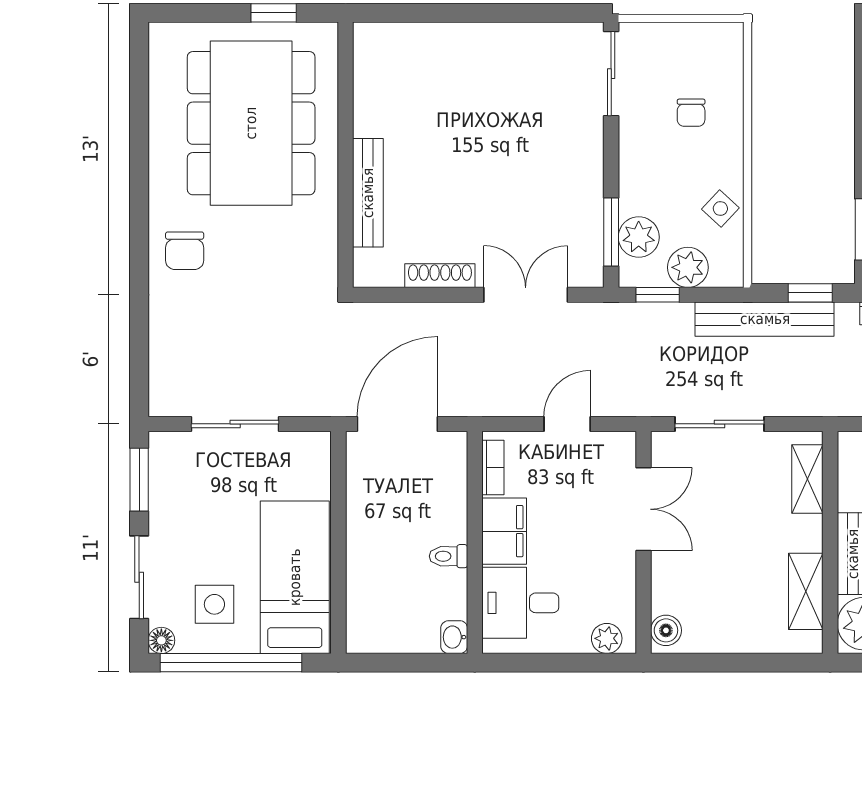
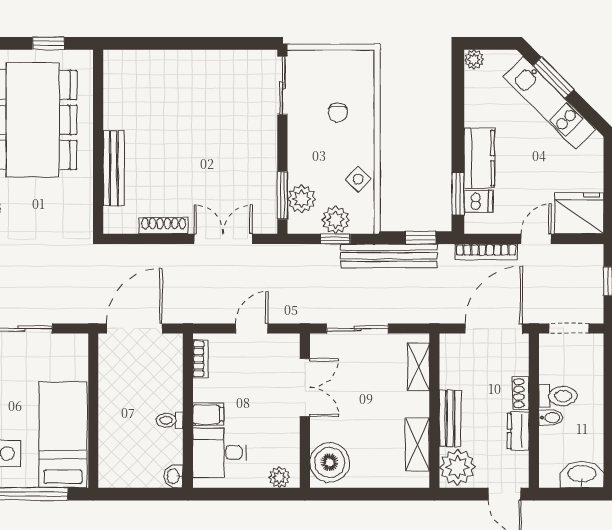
window: (658, 295) -> (335, 239), moved
filing cabinet: (504, 531) -> (208, 414), width x0.50
boiler: (666, 630) -> (330, 462), width x1.86, depth x1.86

